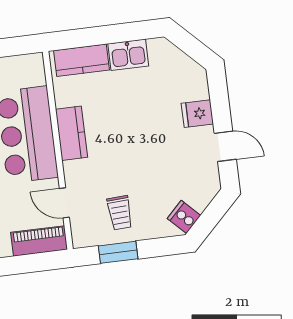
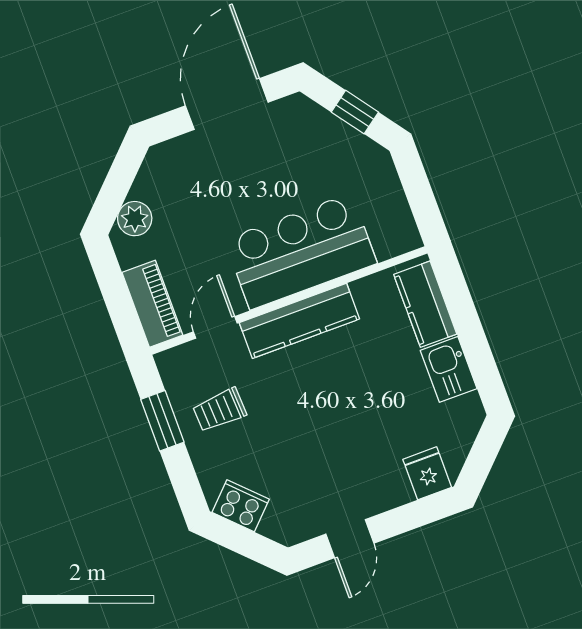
fridge: (197, 114) -> (427, 473), moved
kitchen counter: (71, 133) -> (299, 321), width x1.50
cooker: (184, 217) -> (241, 506), width x1.36

